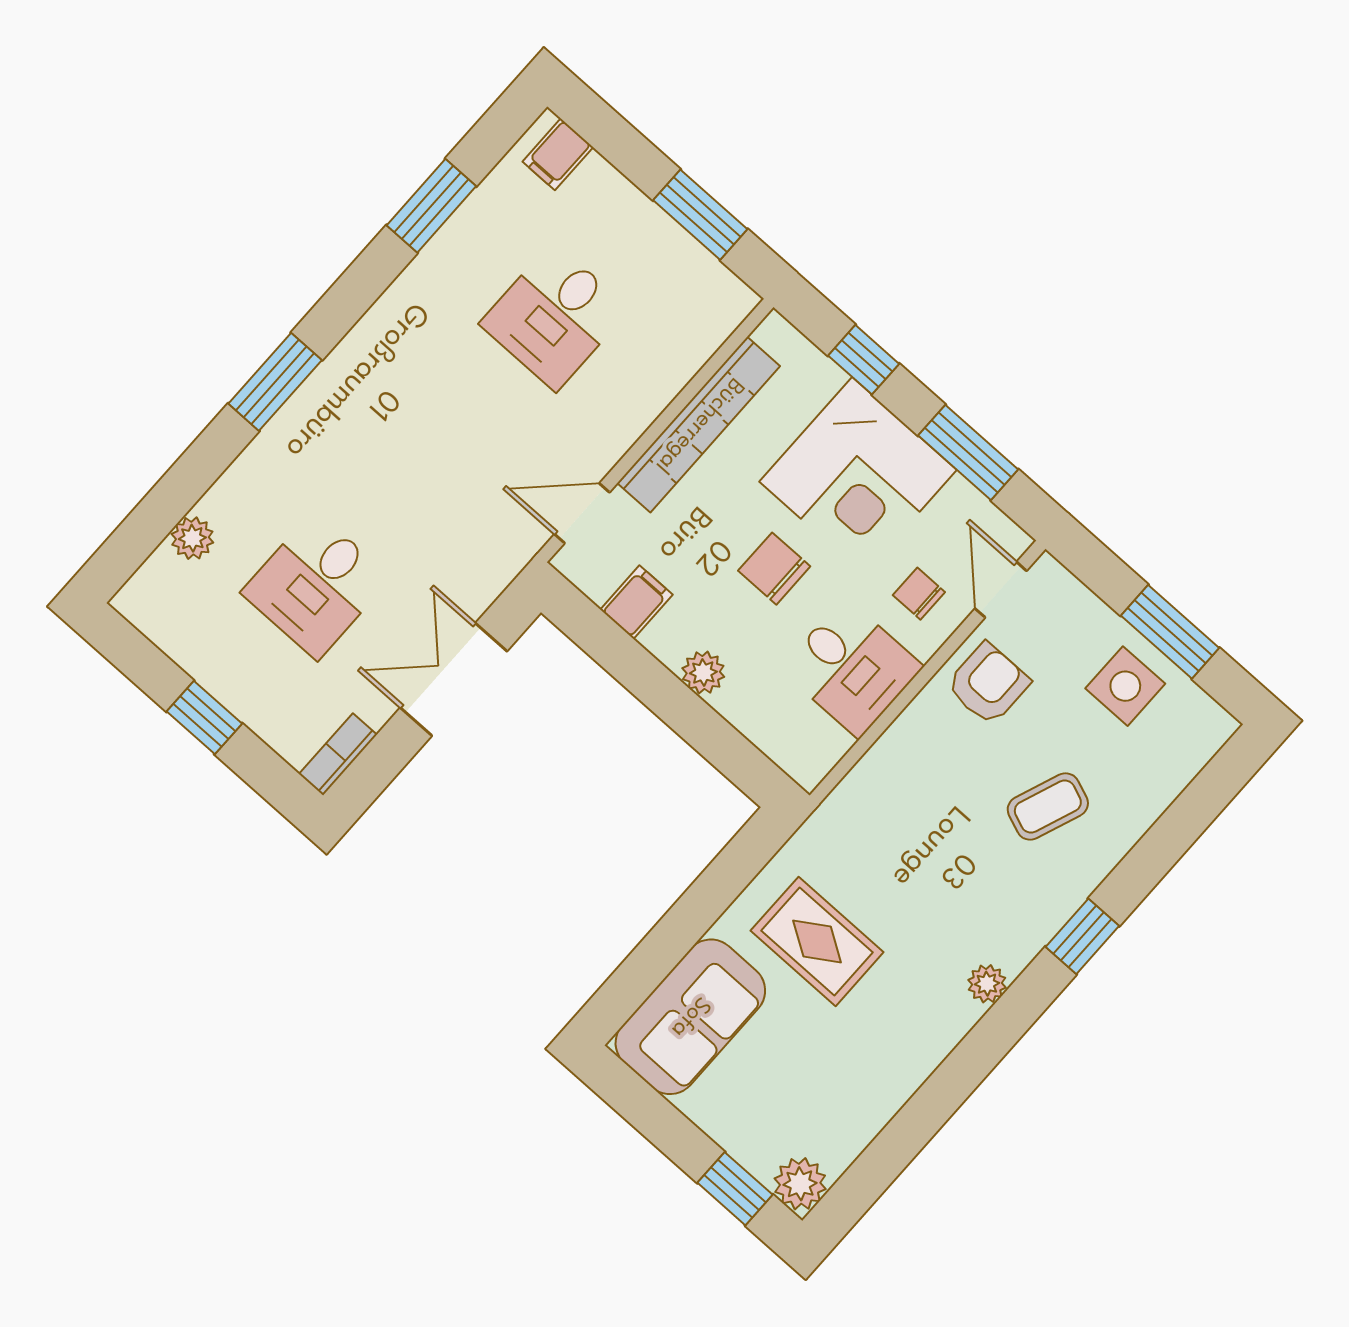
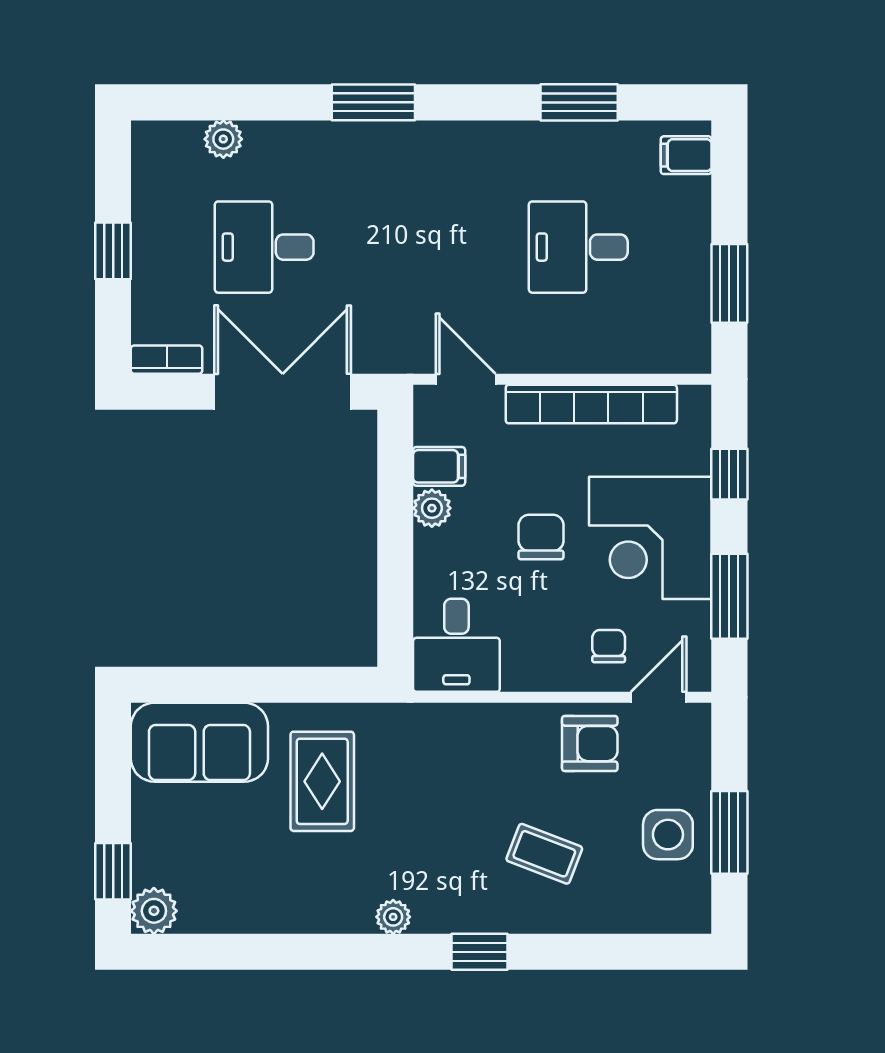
desk: (852, 668) -> (456, 645), moved
plant: (703, 673) -> (432, 508), moved
double door: (454, 679) -> (283, 392), width x1.37

